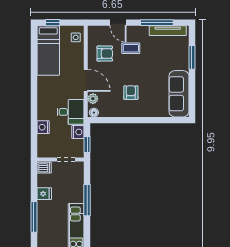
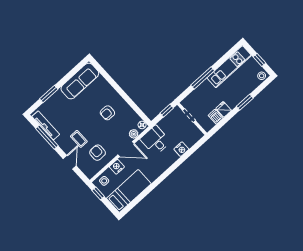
window: (53, 23) -> (98, 193), moved
door: (86, 80) -> (126, 149), swing flipped
nightstand: (78, 132) -> (117, 167), moved
dishwasher: (44, 168) -> (216, 117), moved
window: (34, 217) -> (245, 102), width x0.69

